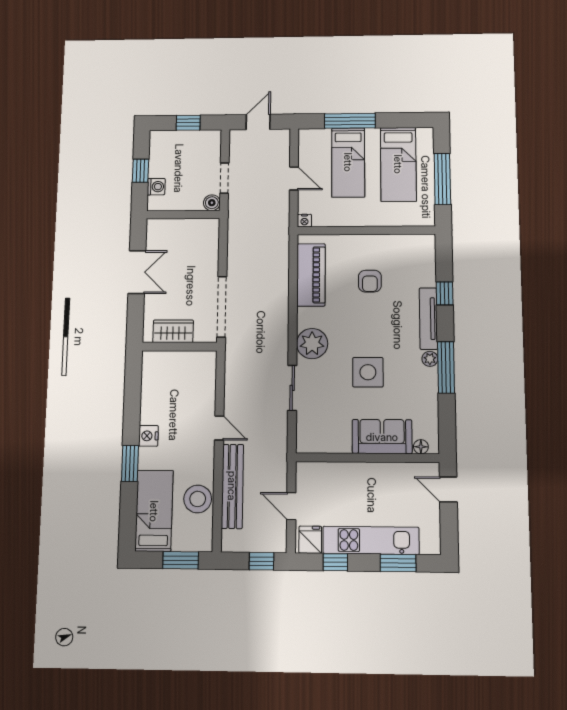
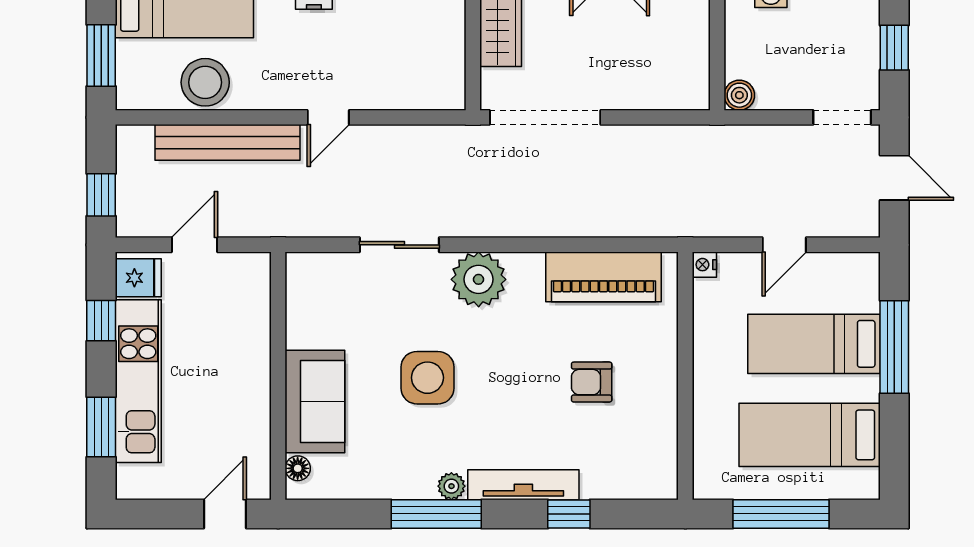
doorway: (224, 178) -> (842, 117), moved

